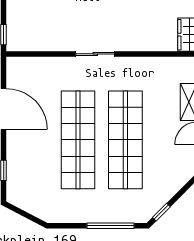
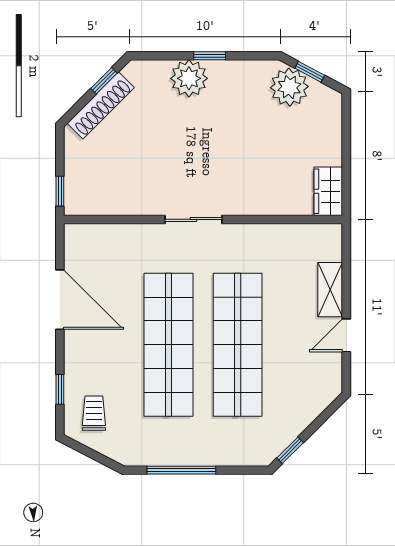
trolley: (27, 187) -> (94, 413), added
window: (110, 226) -> (181, 470), moved

